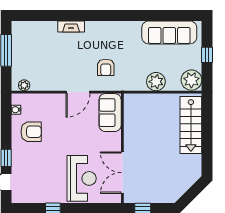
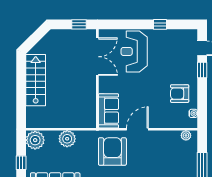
armchair: (106, 67) -> (112, 152), width x1.88, depth x1.88
stairs: (191, 125) -> (36, 80), moved

